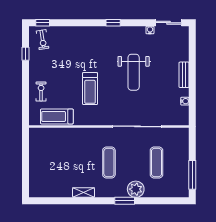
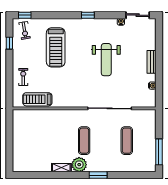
treadmill: (90, 89) -> (56, 47), moved, width x1.37, depth x1.38
plant: (136, 189) -> (79, 165), moved

